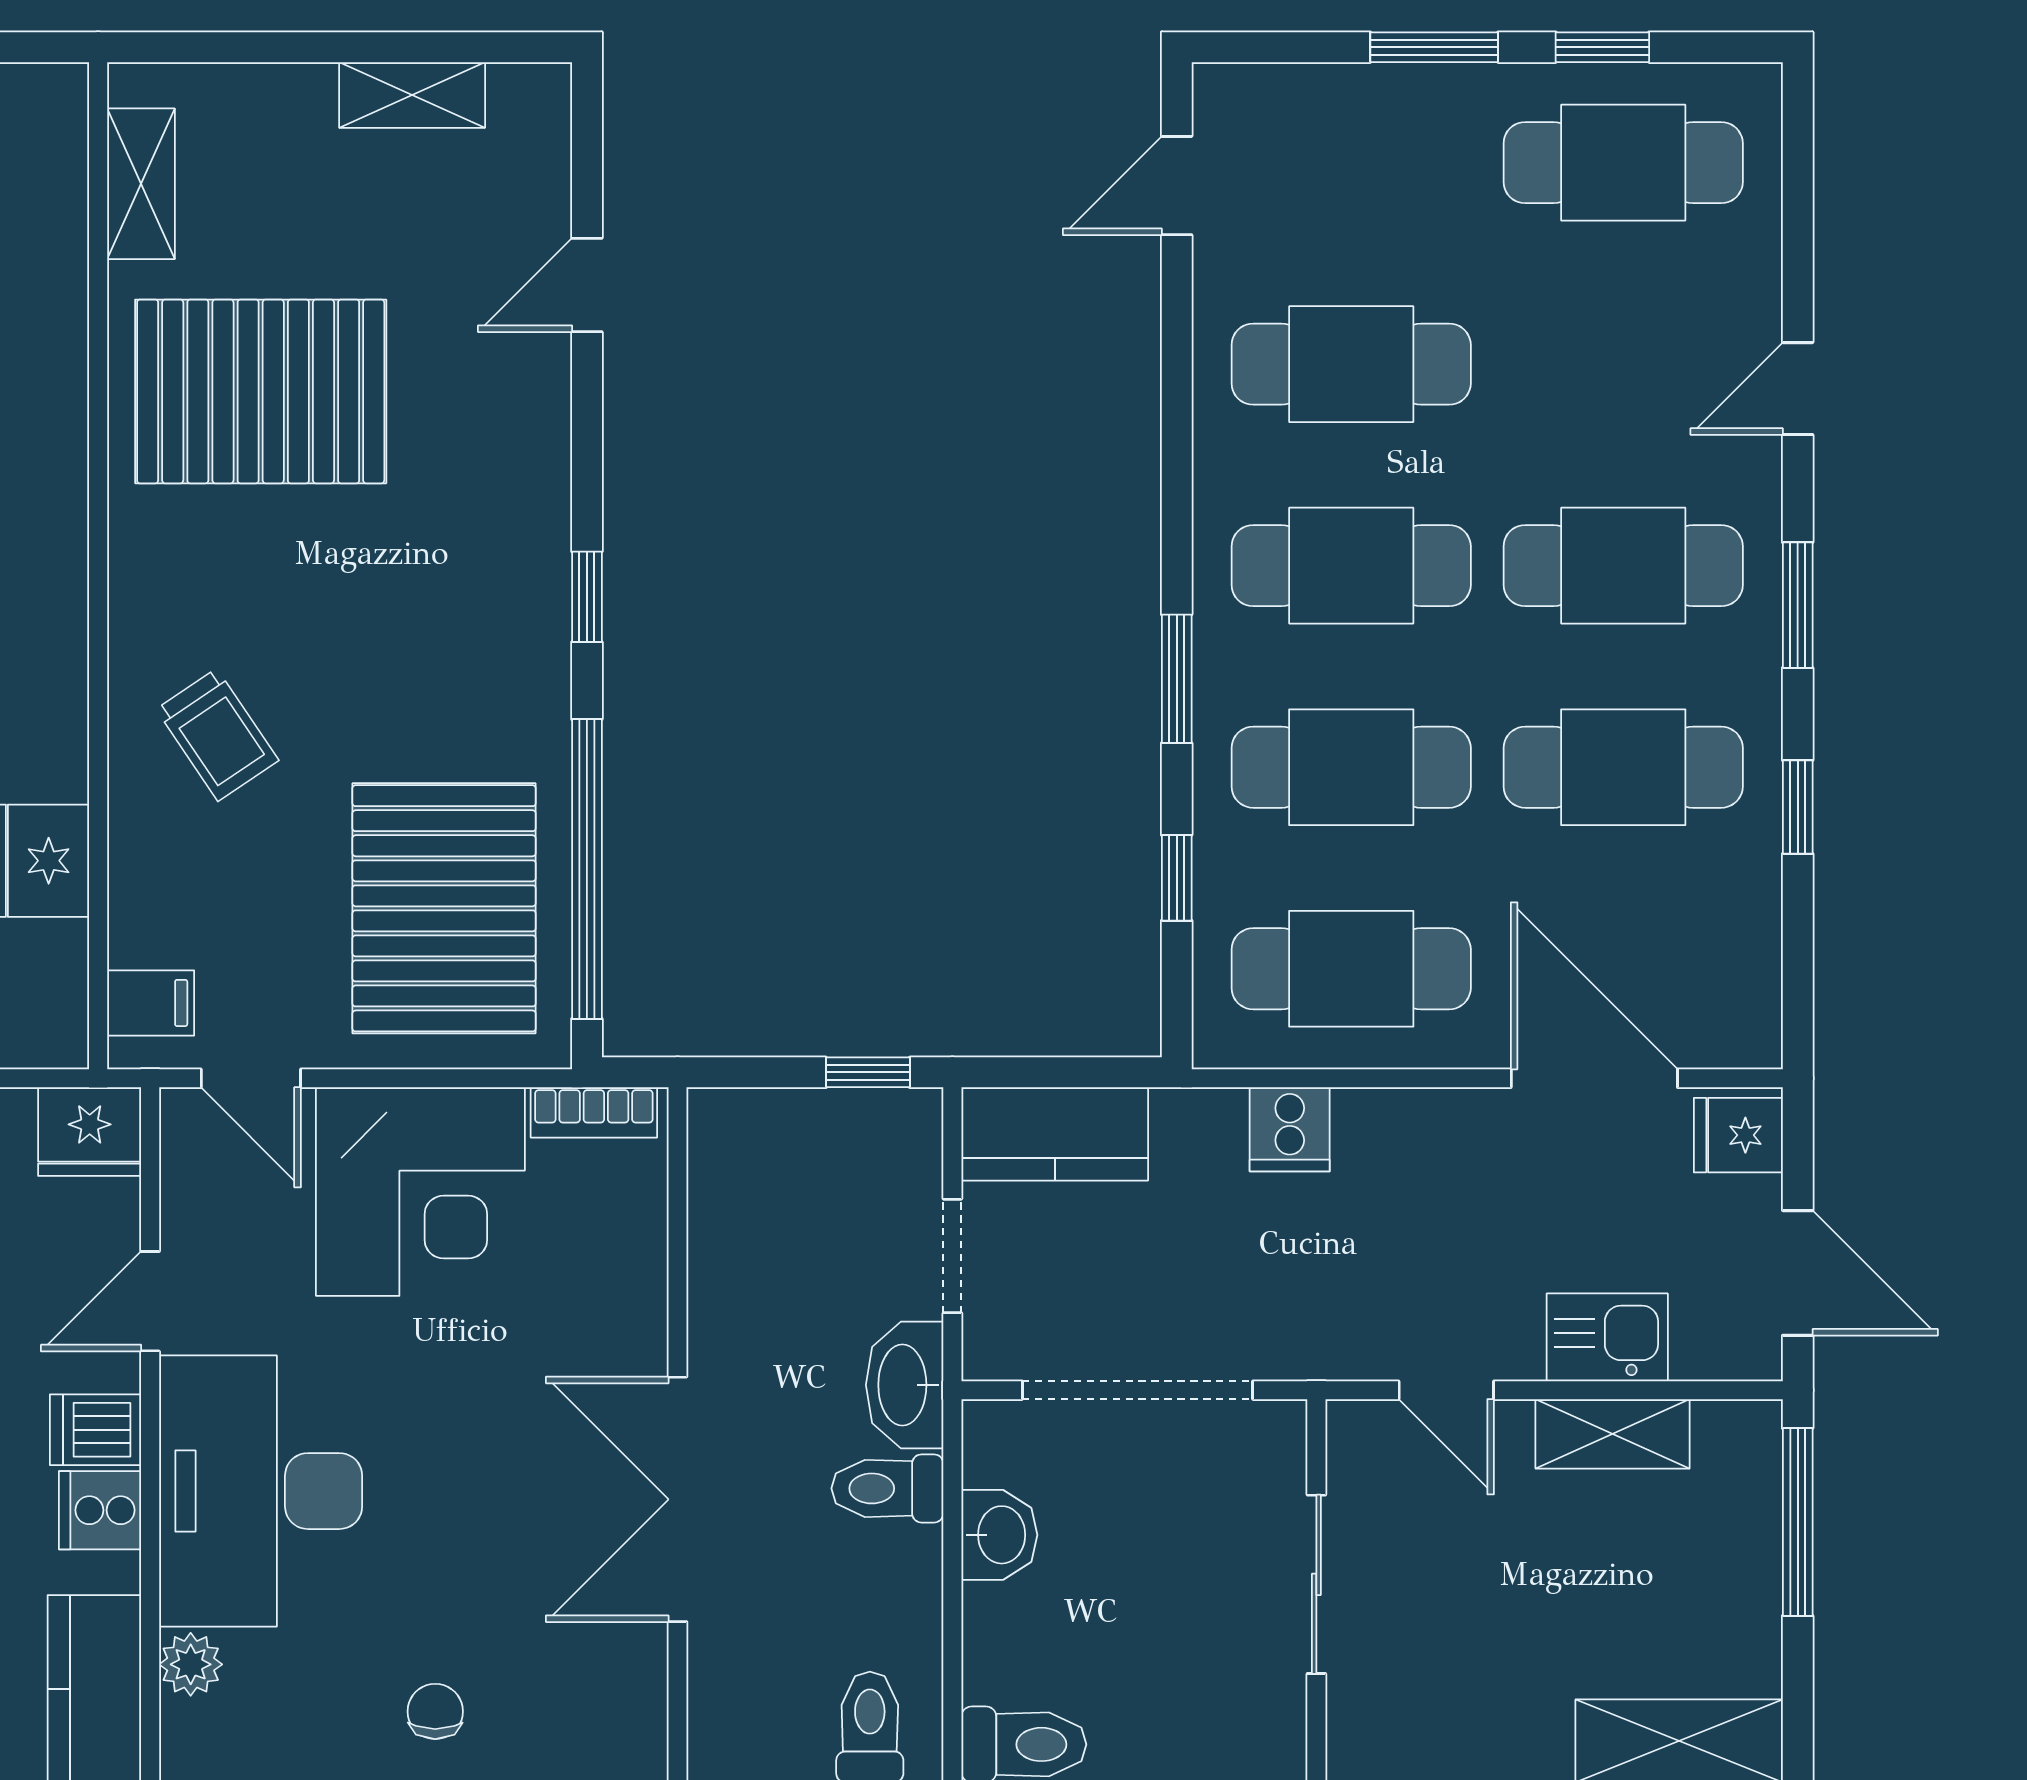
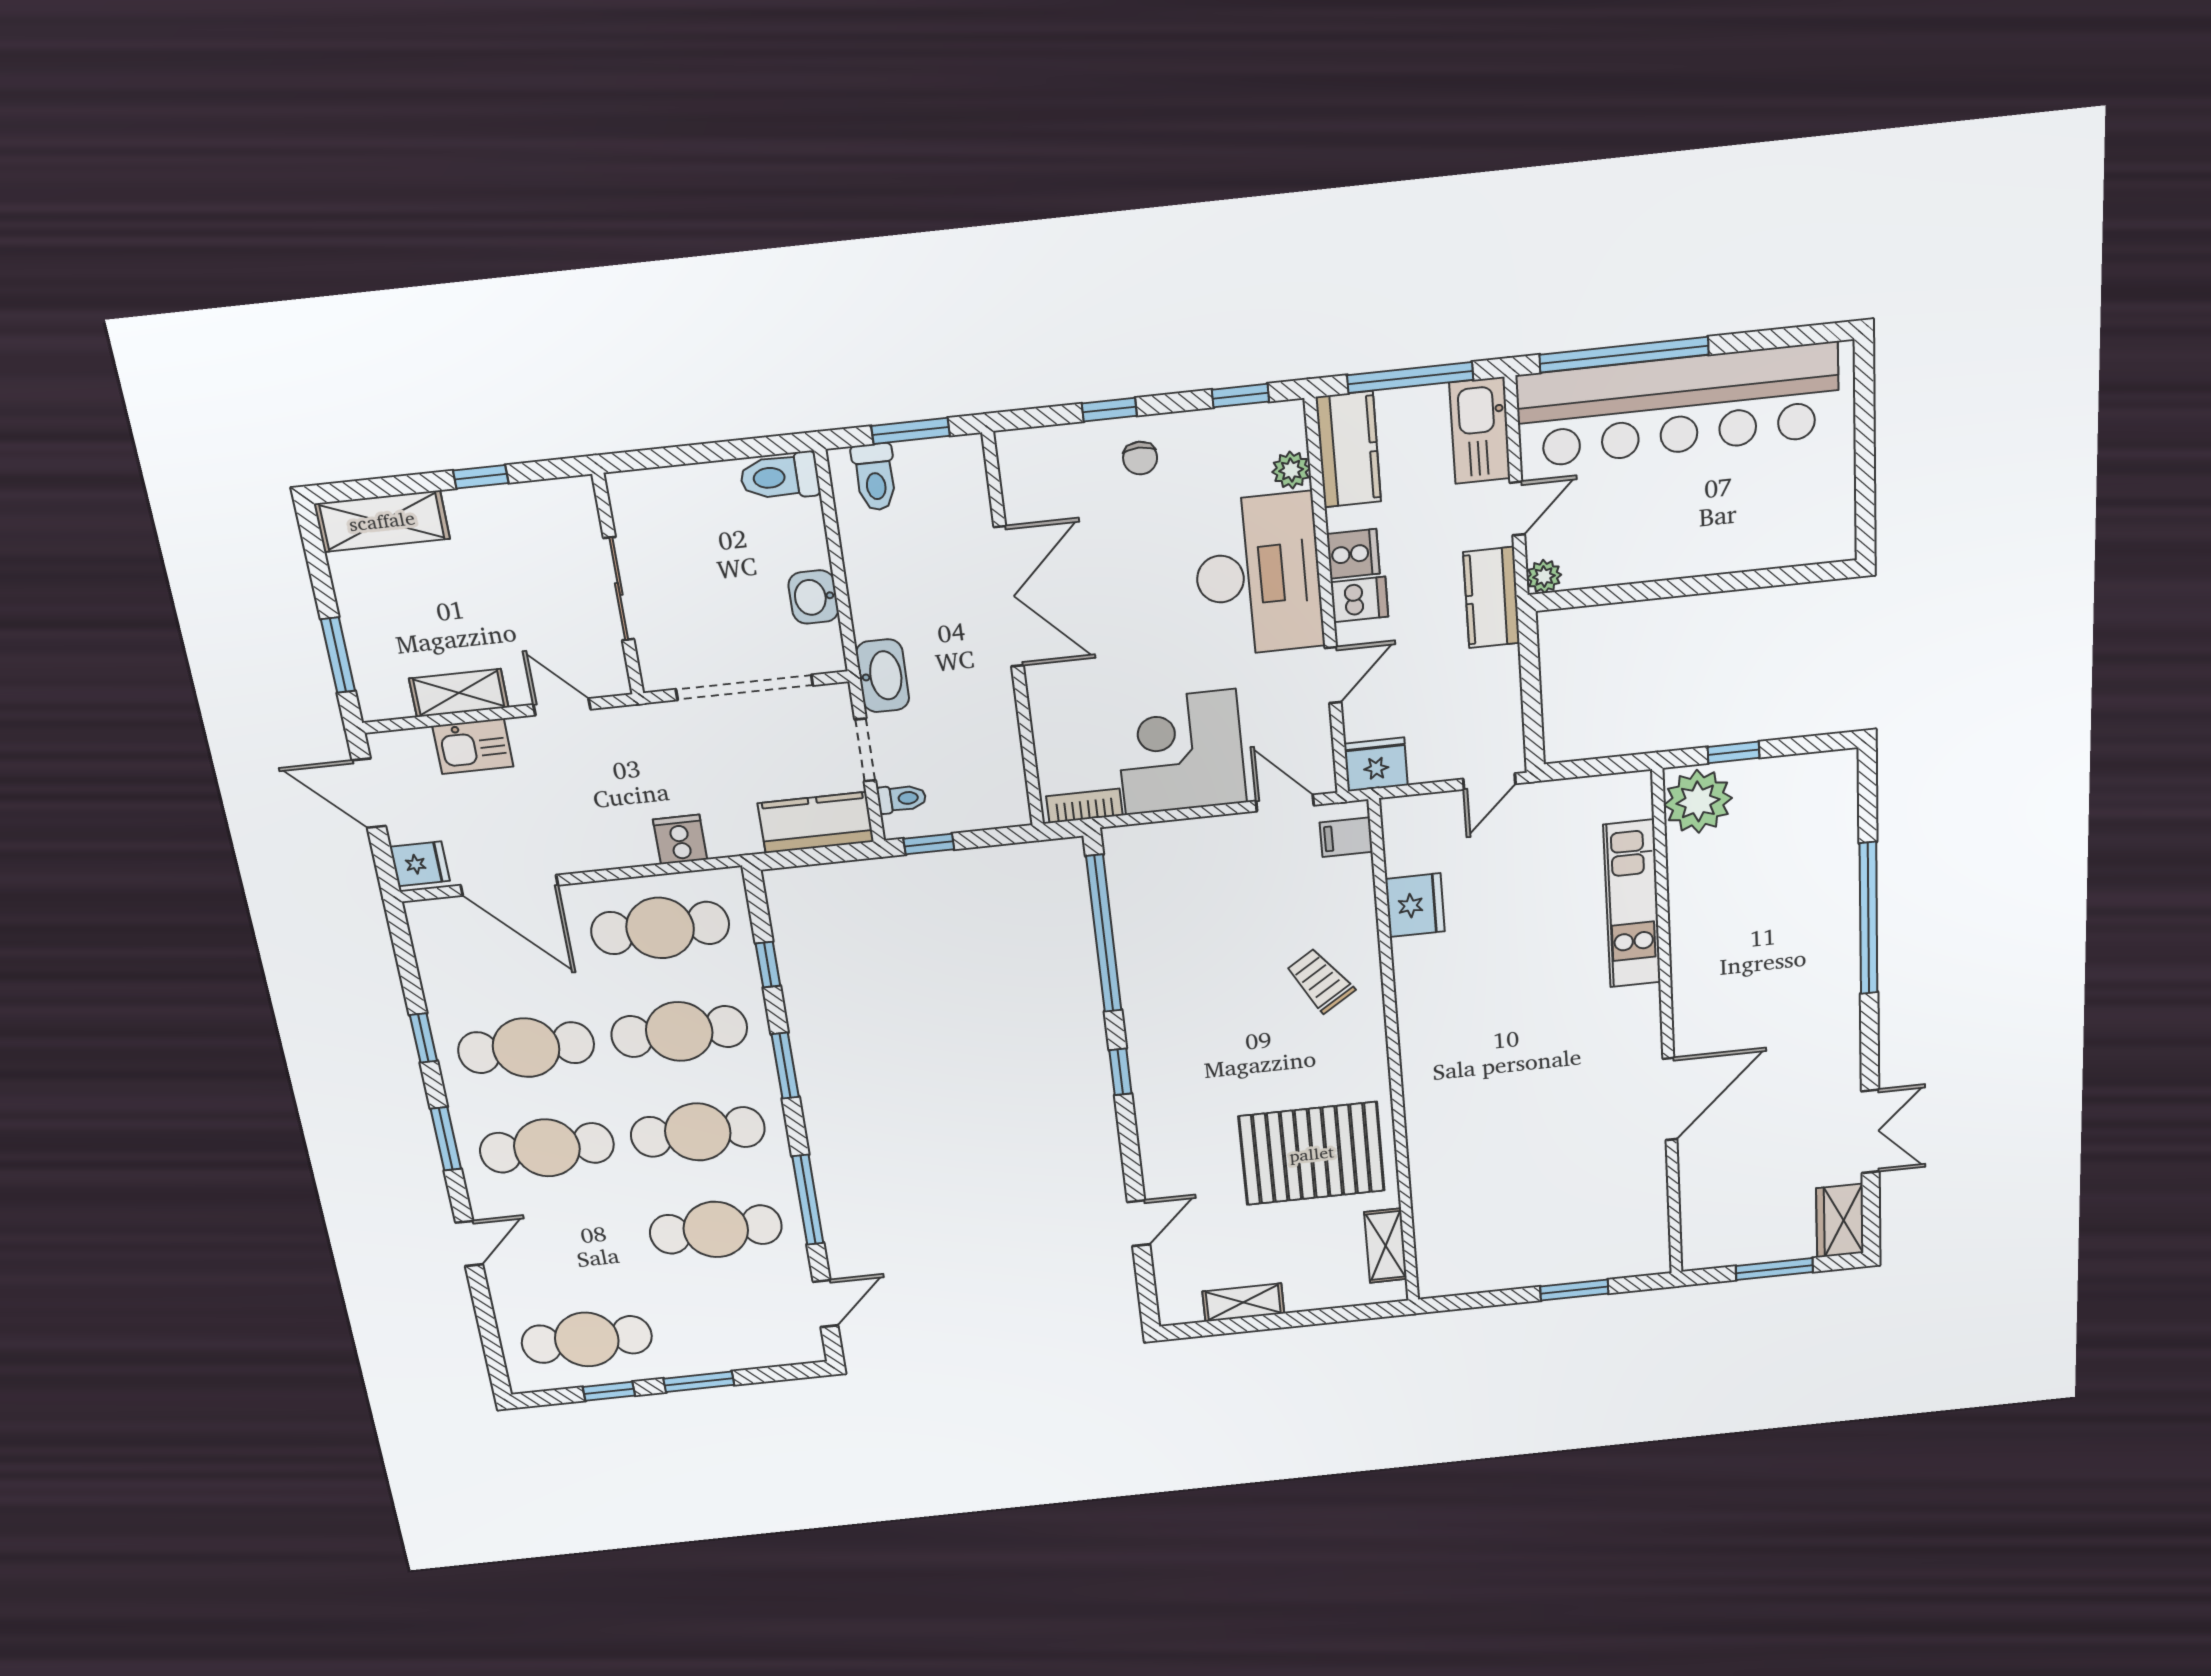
window: (1177, 405) -> (808, 1200), added
pallet: (444, 908) -> (1183, 905), removed
toilet: (887, 1488) -> (902, 799), moved, width x0.73, depth x0.72
window: (1798, 1522) -> (338, 655), width x0.69

